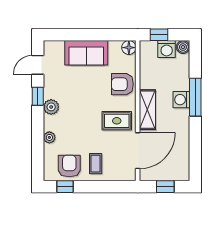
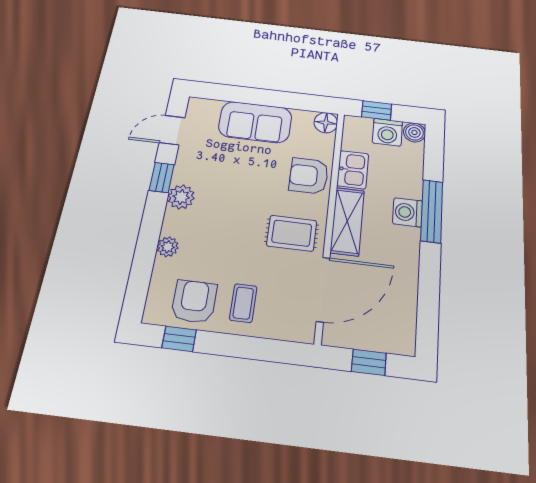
kitchen sink: (148, 77) -> (353, 170), added

